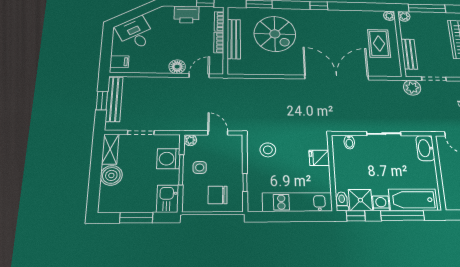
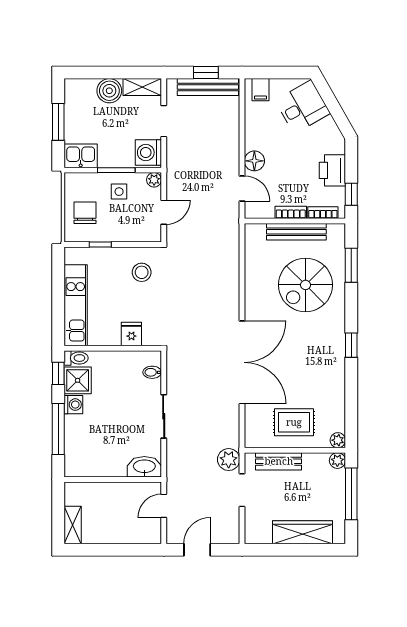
washing machine: (168, 159) -> (148, 152), moved, turned -90
bathtub: (413, 200) -> (78, 444), removed

